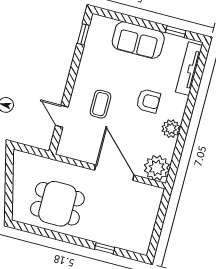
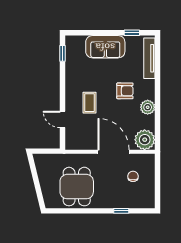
dining table: (57, 204) -> (77, 187), turned 90
chair: (130, 209) -> (133, 176), added

